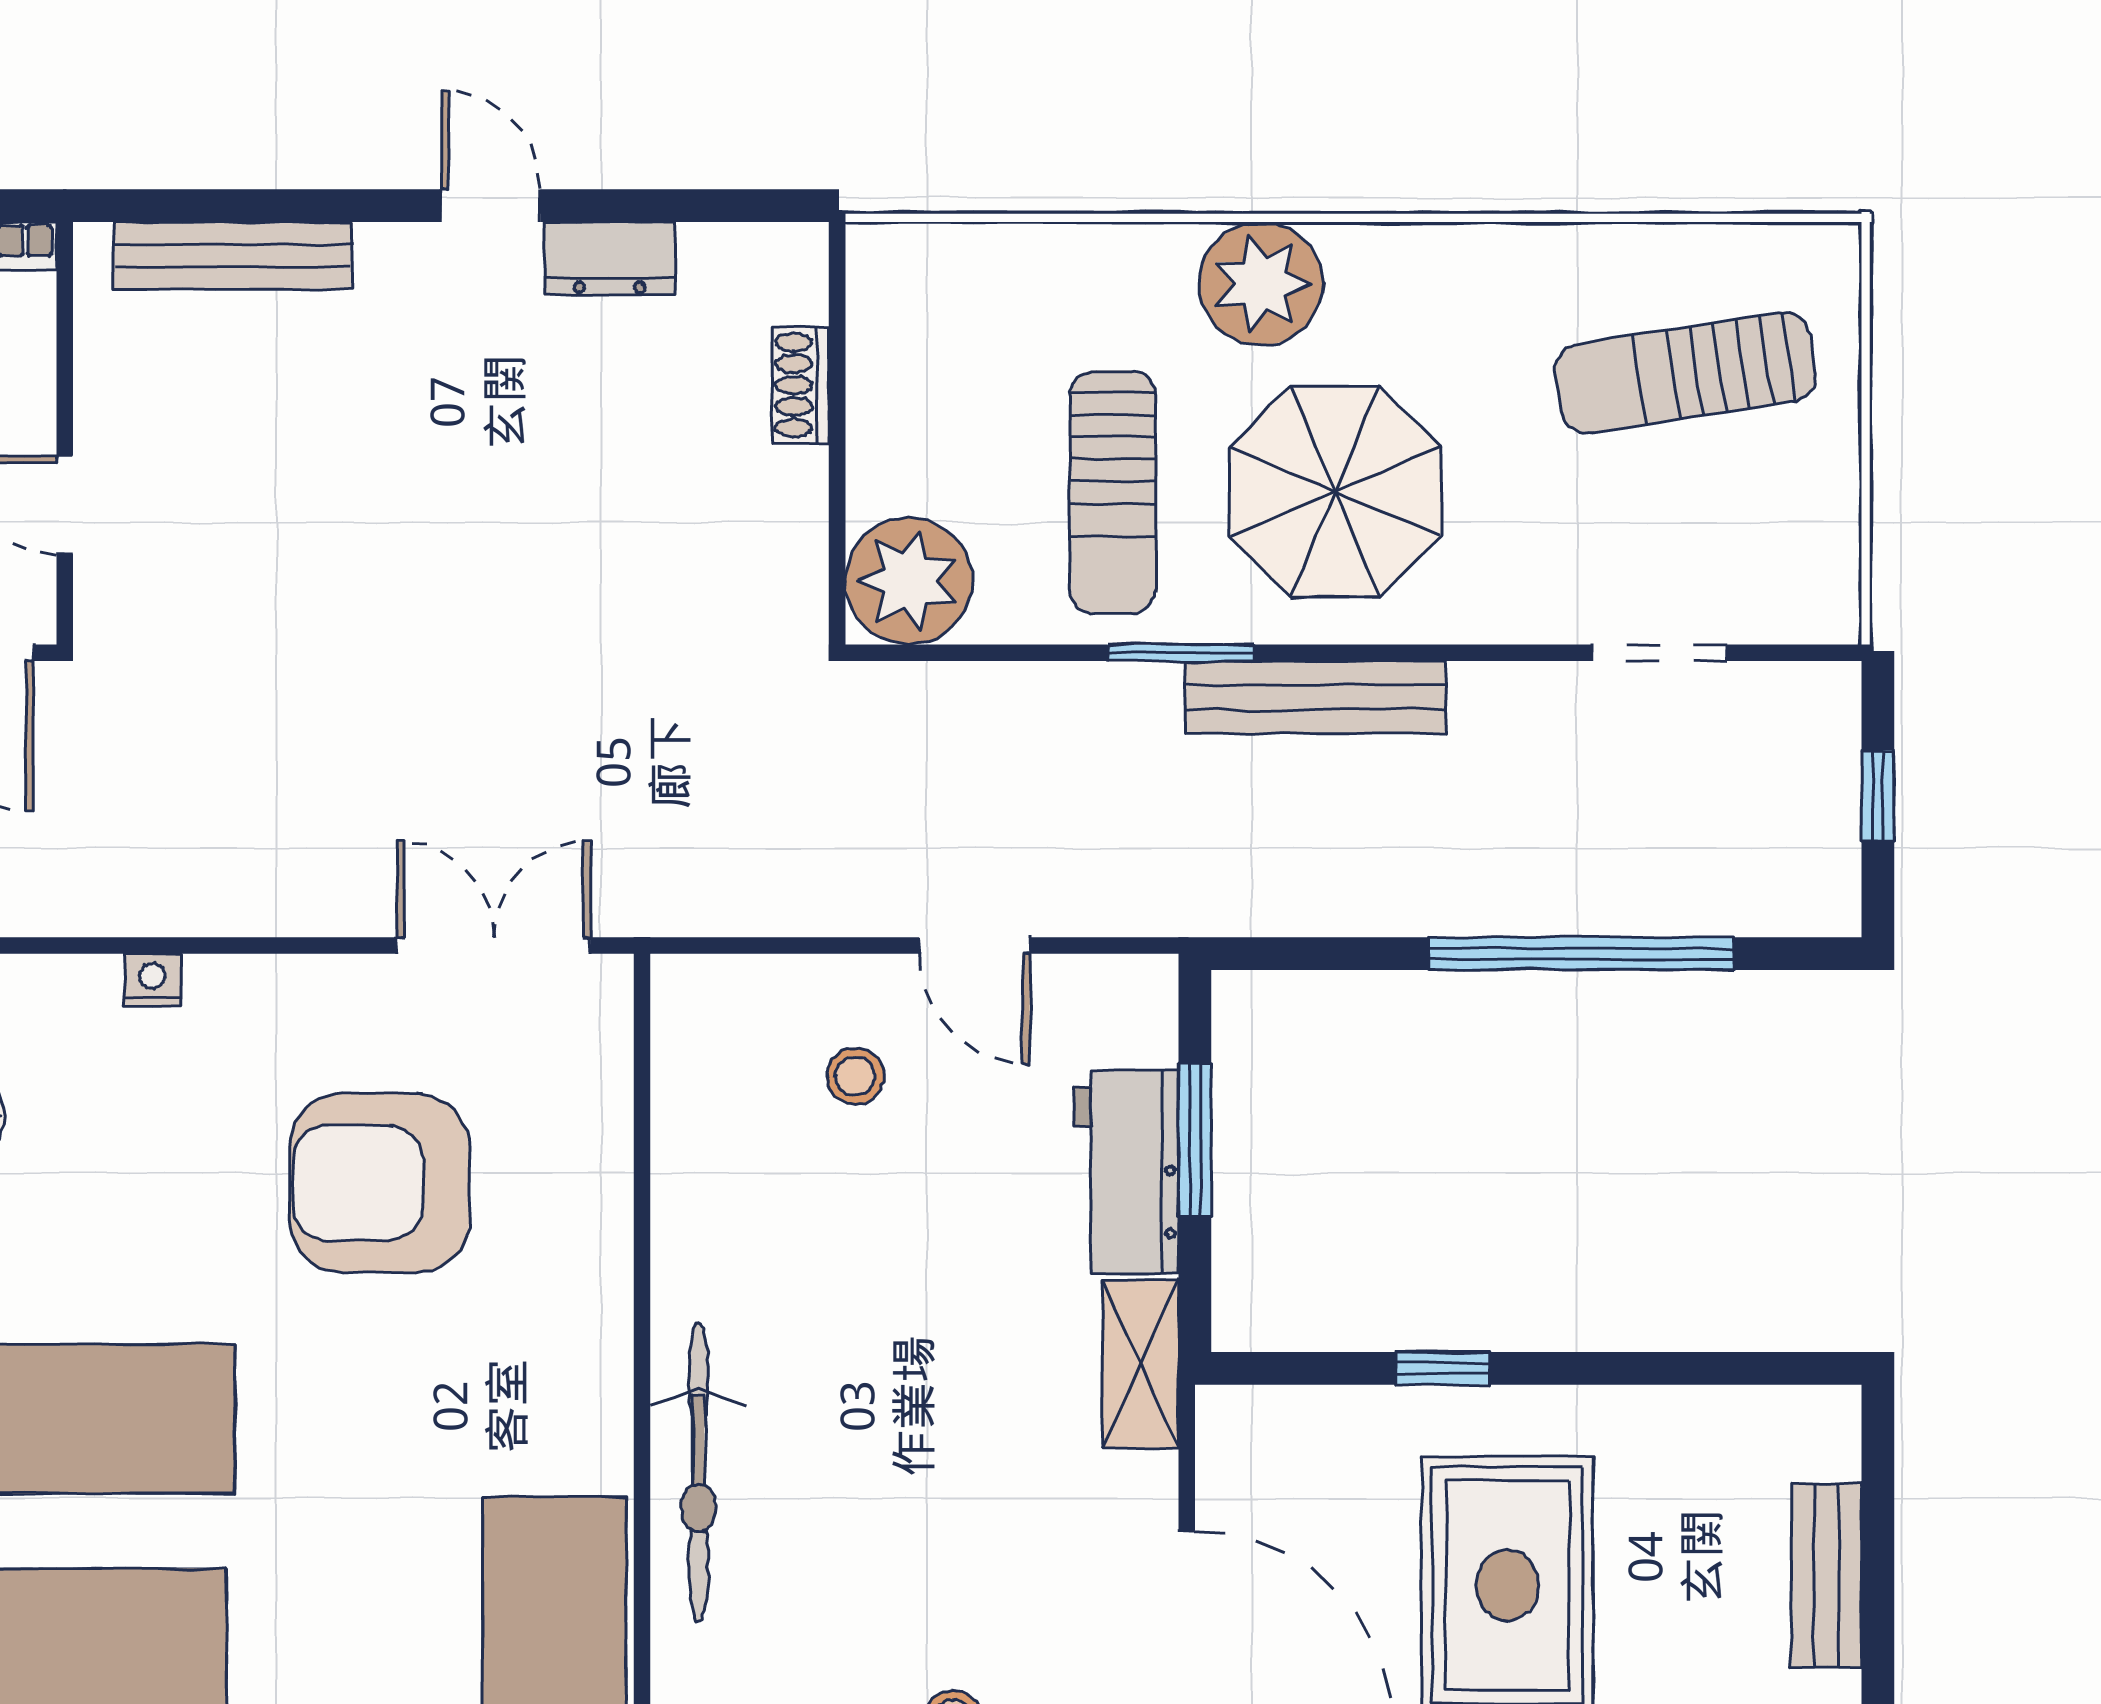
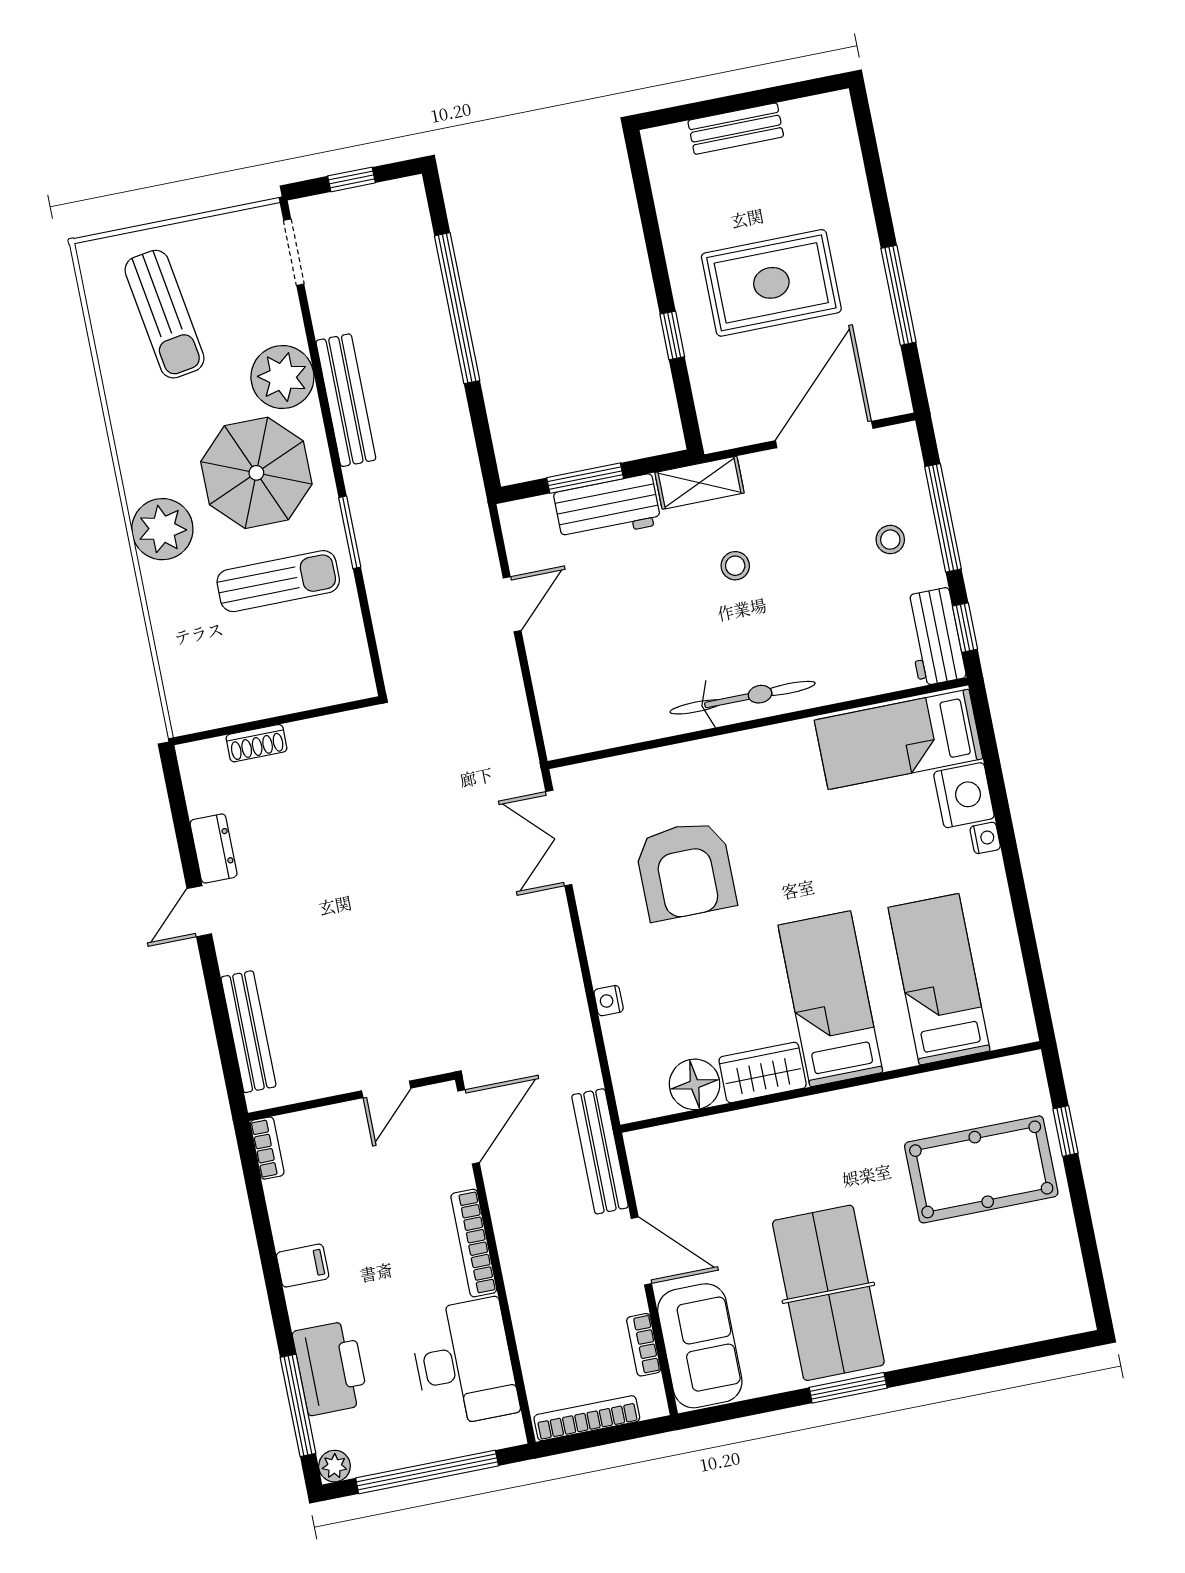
plant: (909, 581) -> (282, 377), moved
doorway: (1660, 653) -> (294, 252), moved
bench: (1315, 697) -> (346, 400), moved
stool: (855, 1076) -> (735, 566), moved
bicycle: (699, 1472) -> (743, 698), moved

